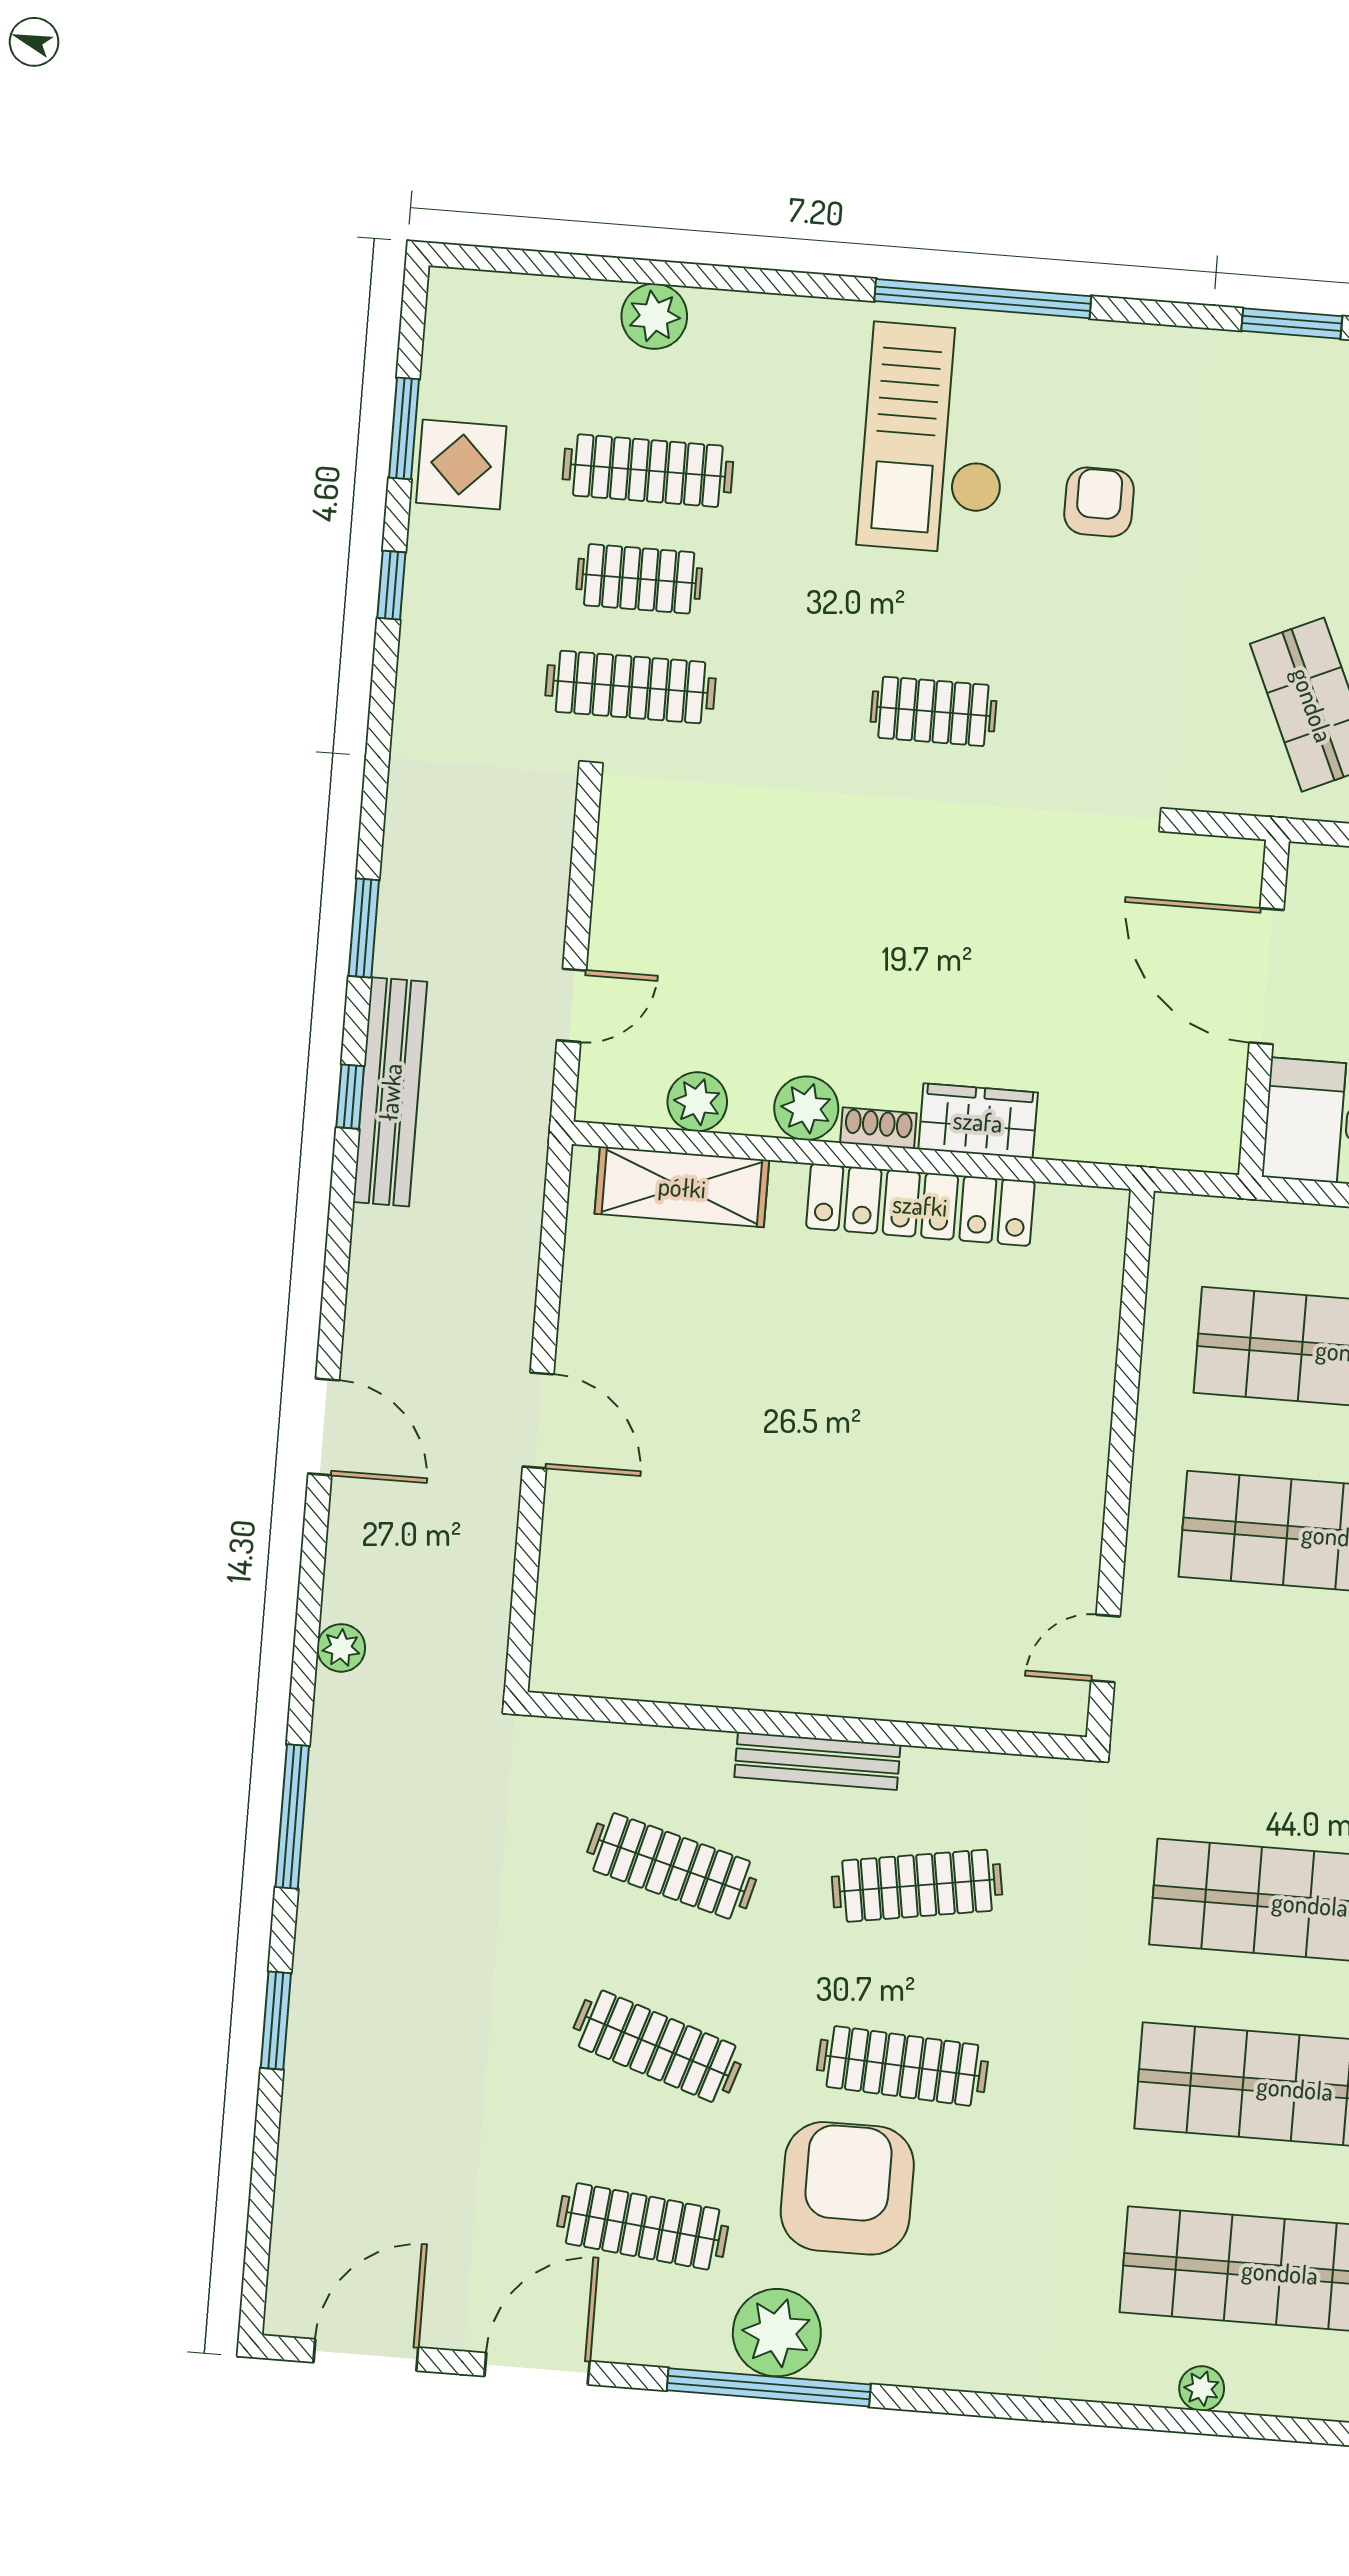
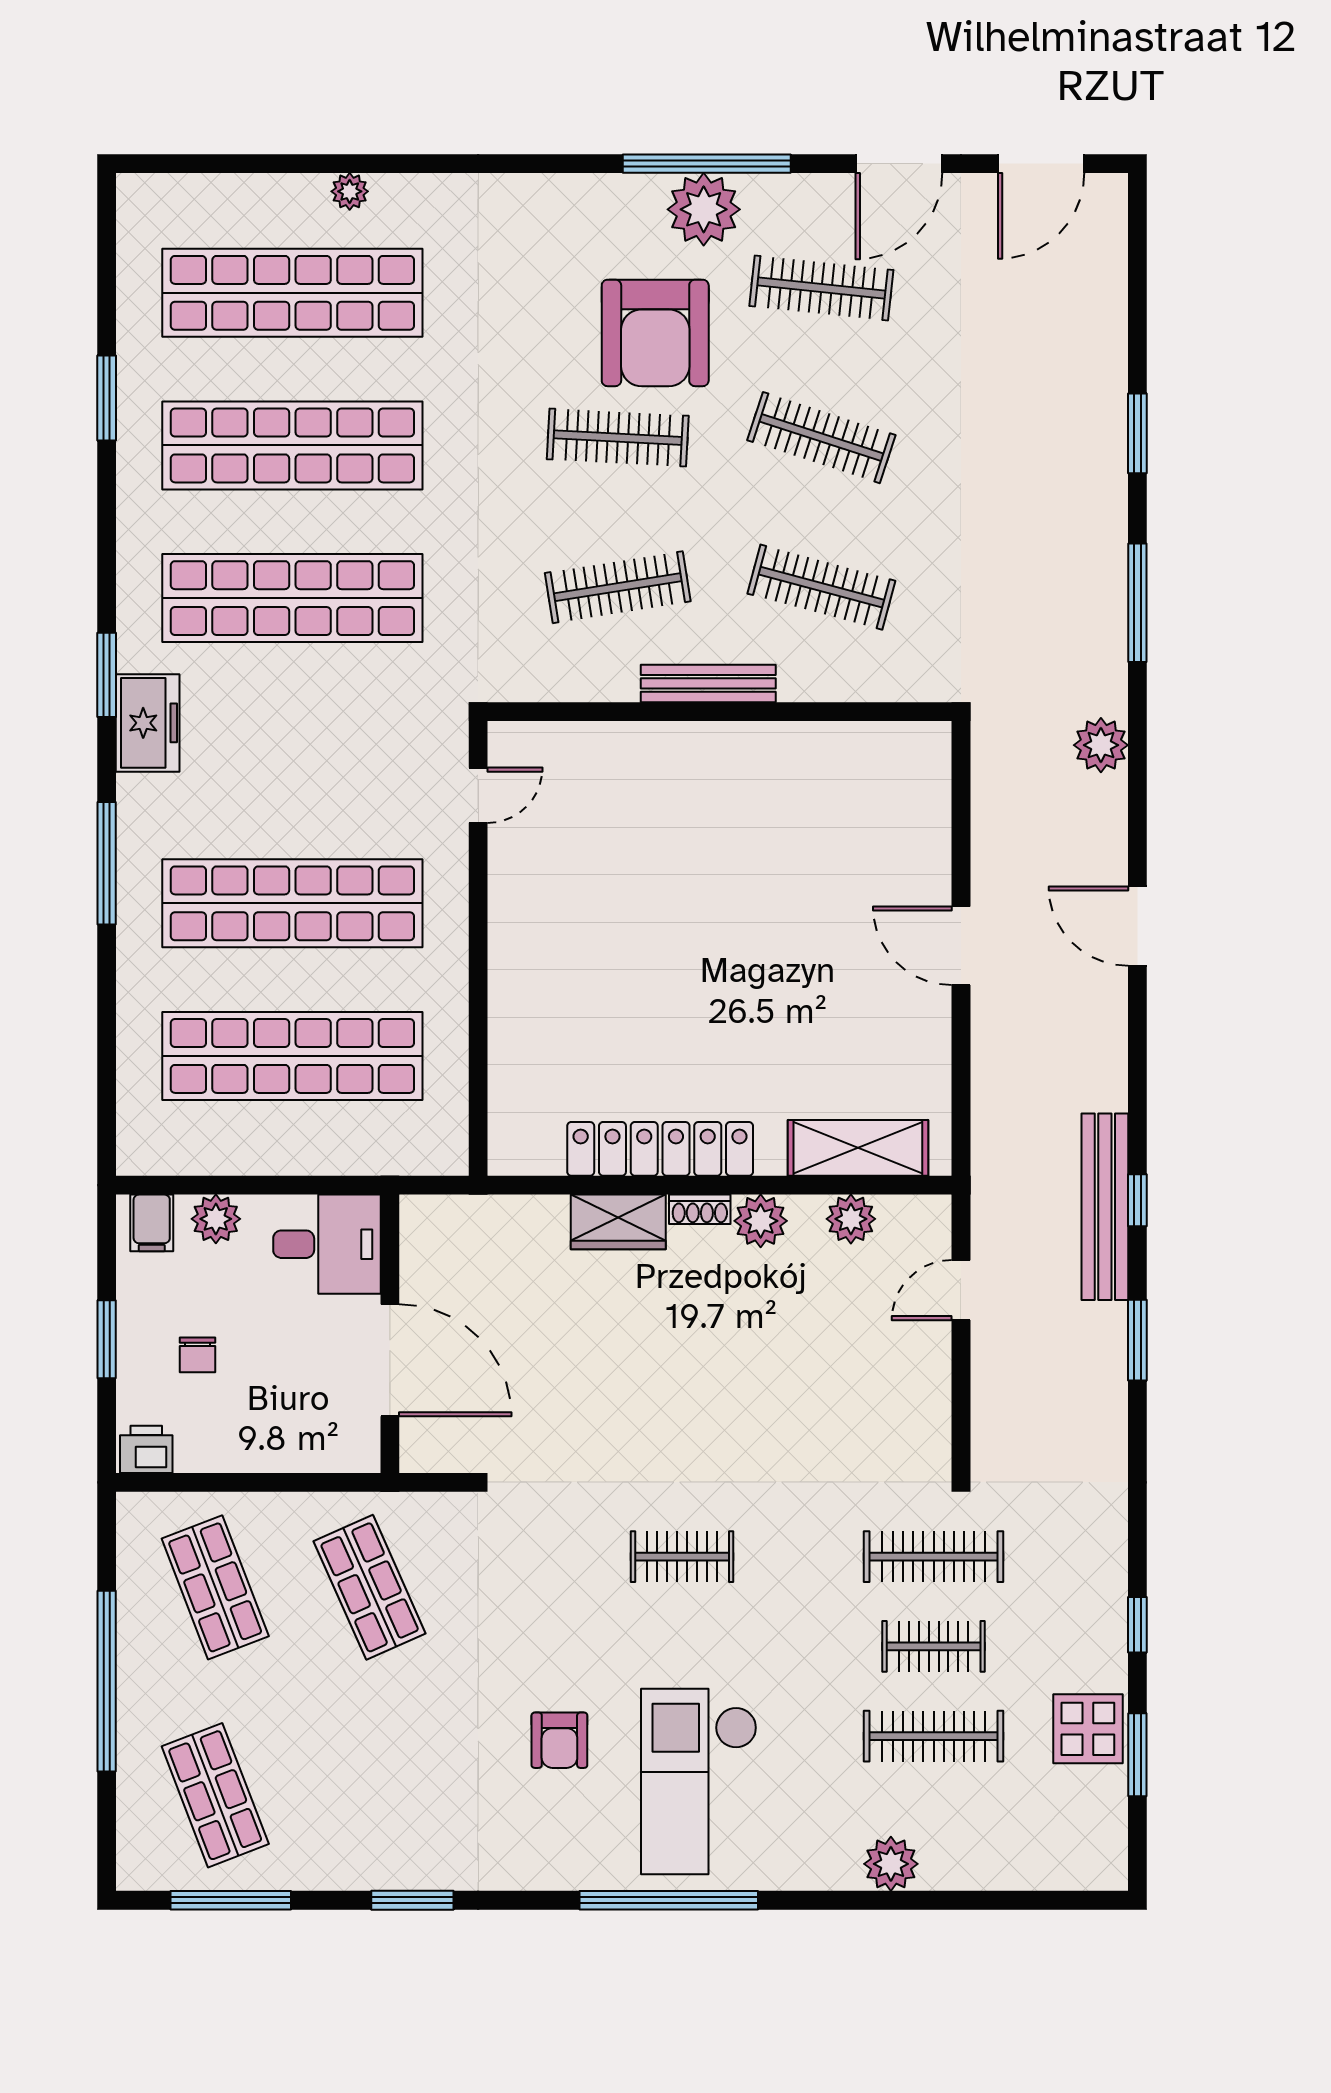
plant: (654, 316) -> (891, 1864), moved
checkout: (935, 439) -> (699, 1782), turned 180
plant: (341, 1648) -> (1101, 745), width x1.38, depth x1.38

